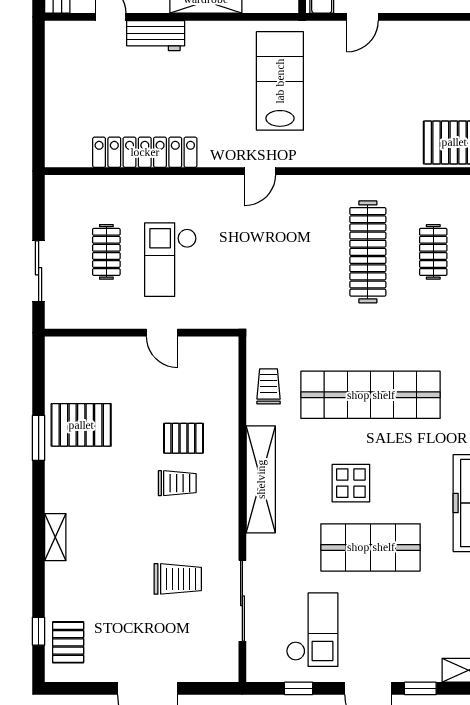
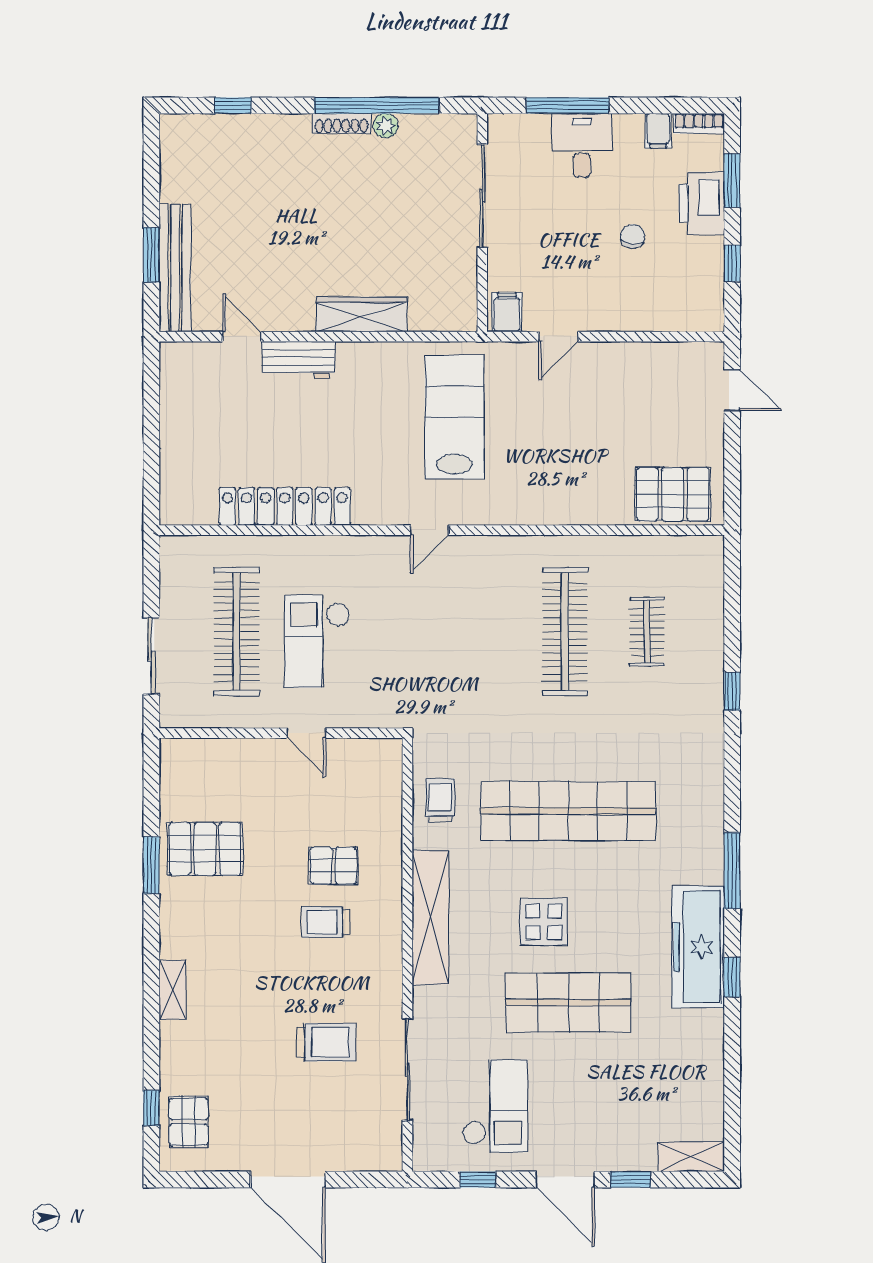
clothes rail: (106, 252) -> (237, 632), width x1.86, depth x1.31
trolley: (177, 483) -> (325, 922), turned 180

